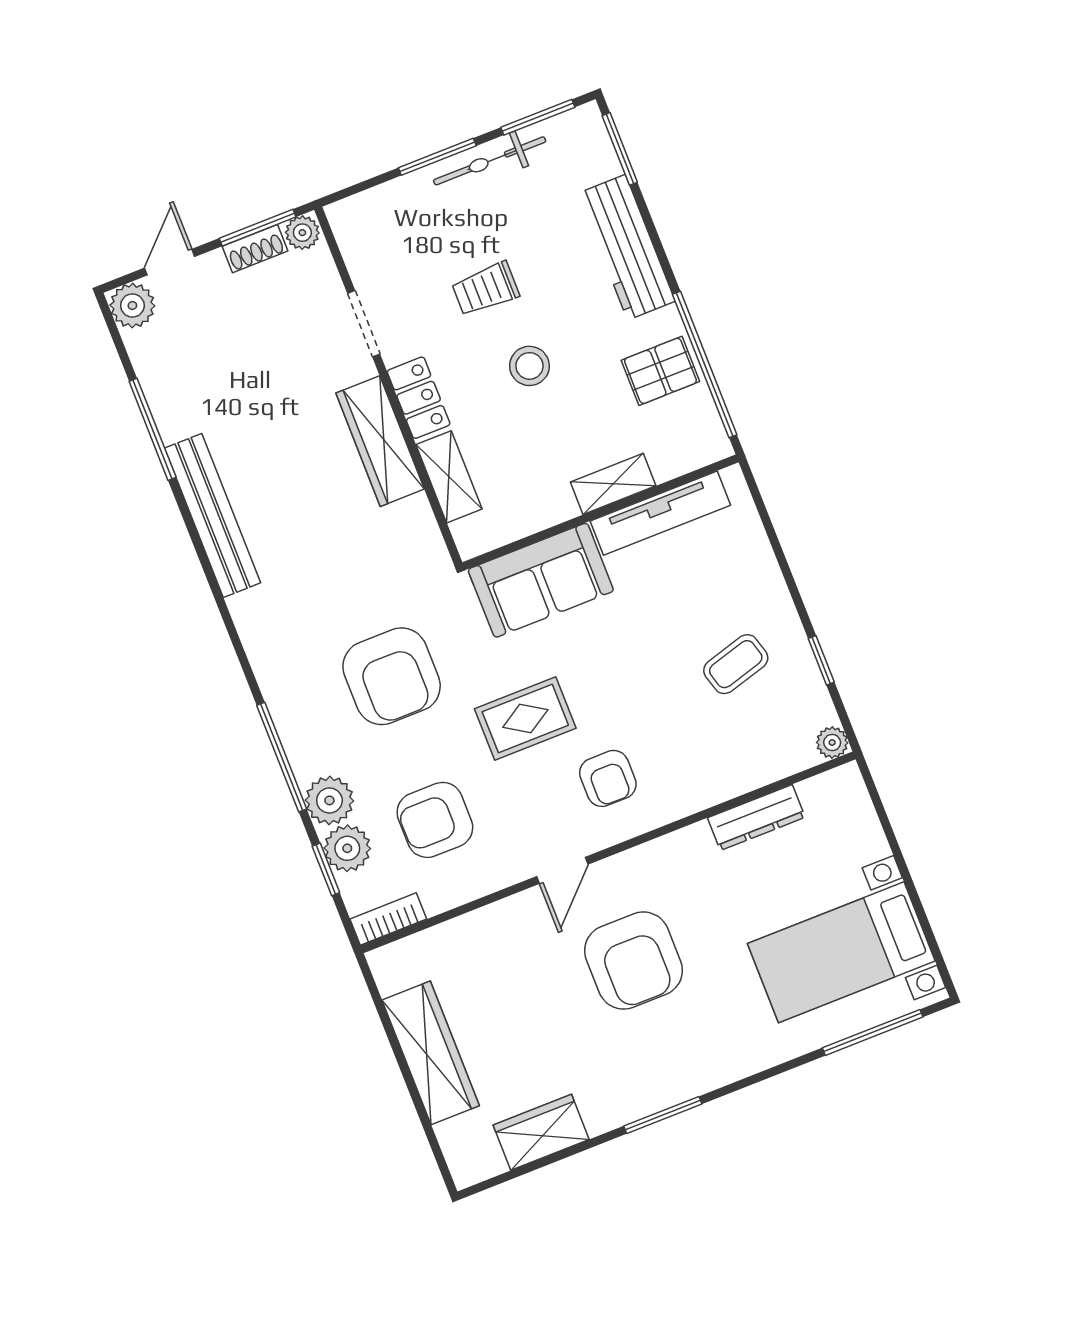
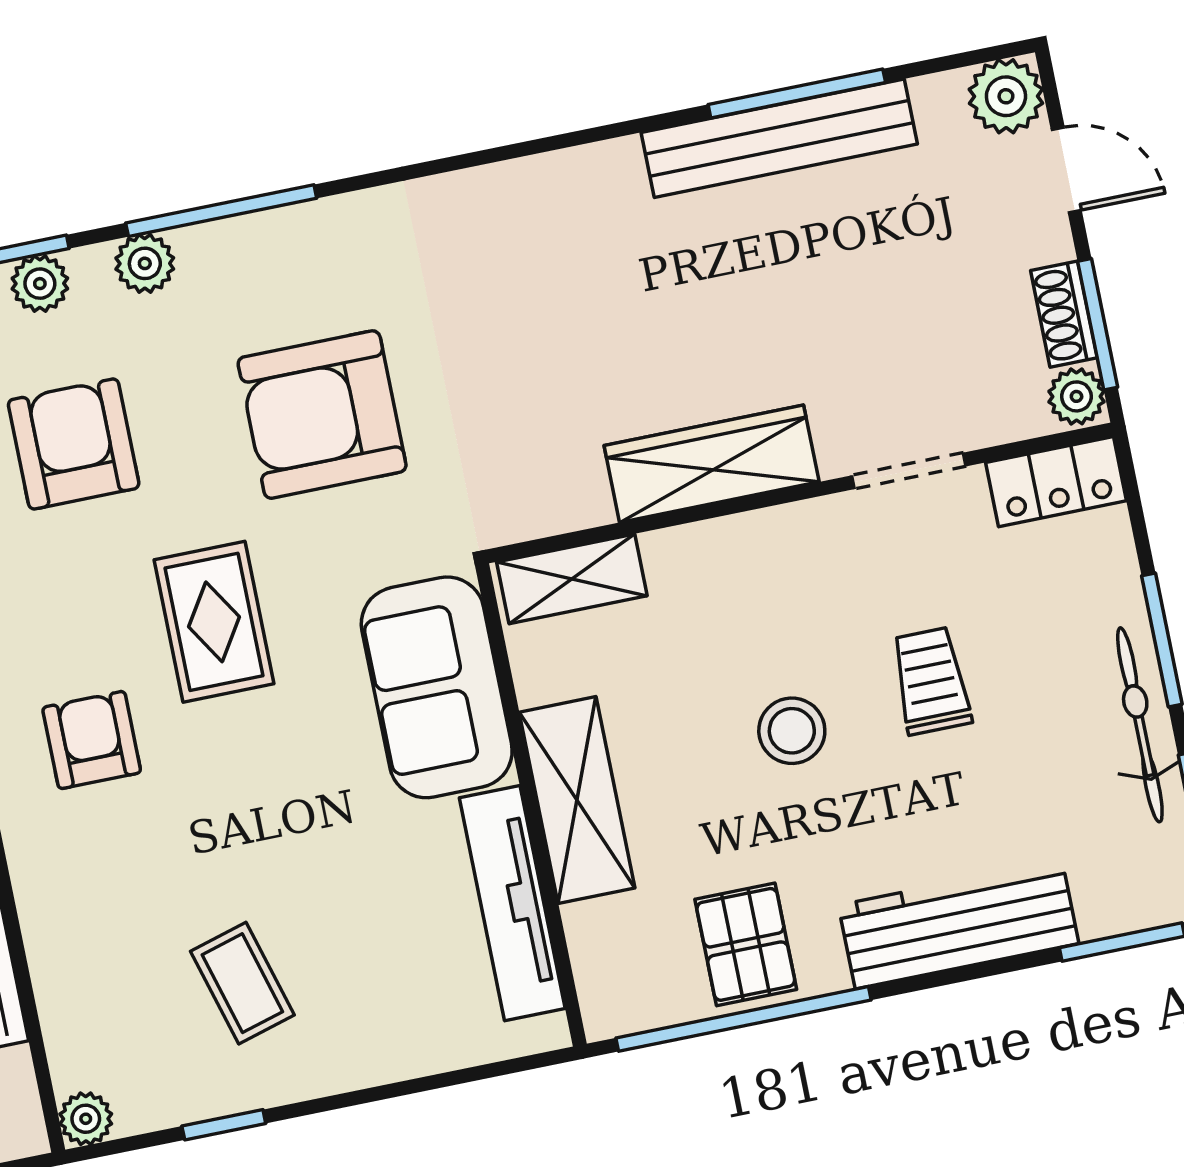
locker: (419, 398) -> (1056, 482), moved
shelving: (449, 477) -> (572, 579), moved
shelving: (613, 484) -> (577, 800), width x1.50, depth x1.33
bench: (213, 515) -> (779, 138), moved
armchair: (608, 778) -> (92, 740), turned 90
plant: (329, 800) -> (145, 263), width x0.73, depth x0.73
plant: (347, 848) -> (40, 284), width x0.73, depth x0.73

